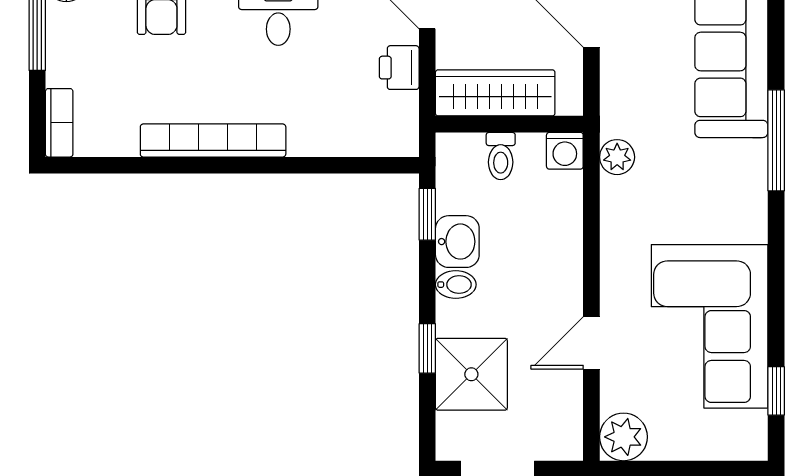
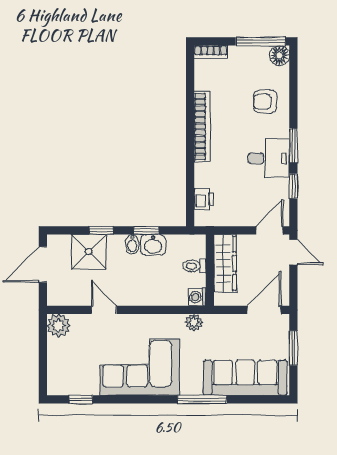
printer: (399, 68) -> (204, 199), moved, turned 90
window: (427, 214) -> (146, 230), moved
corner sofa: (710, 326) -> (140, 367), moved

